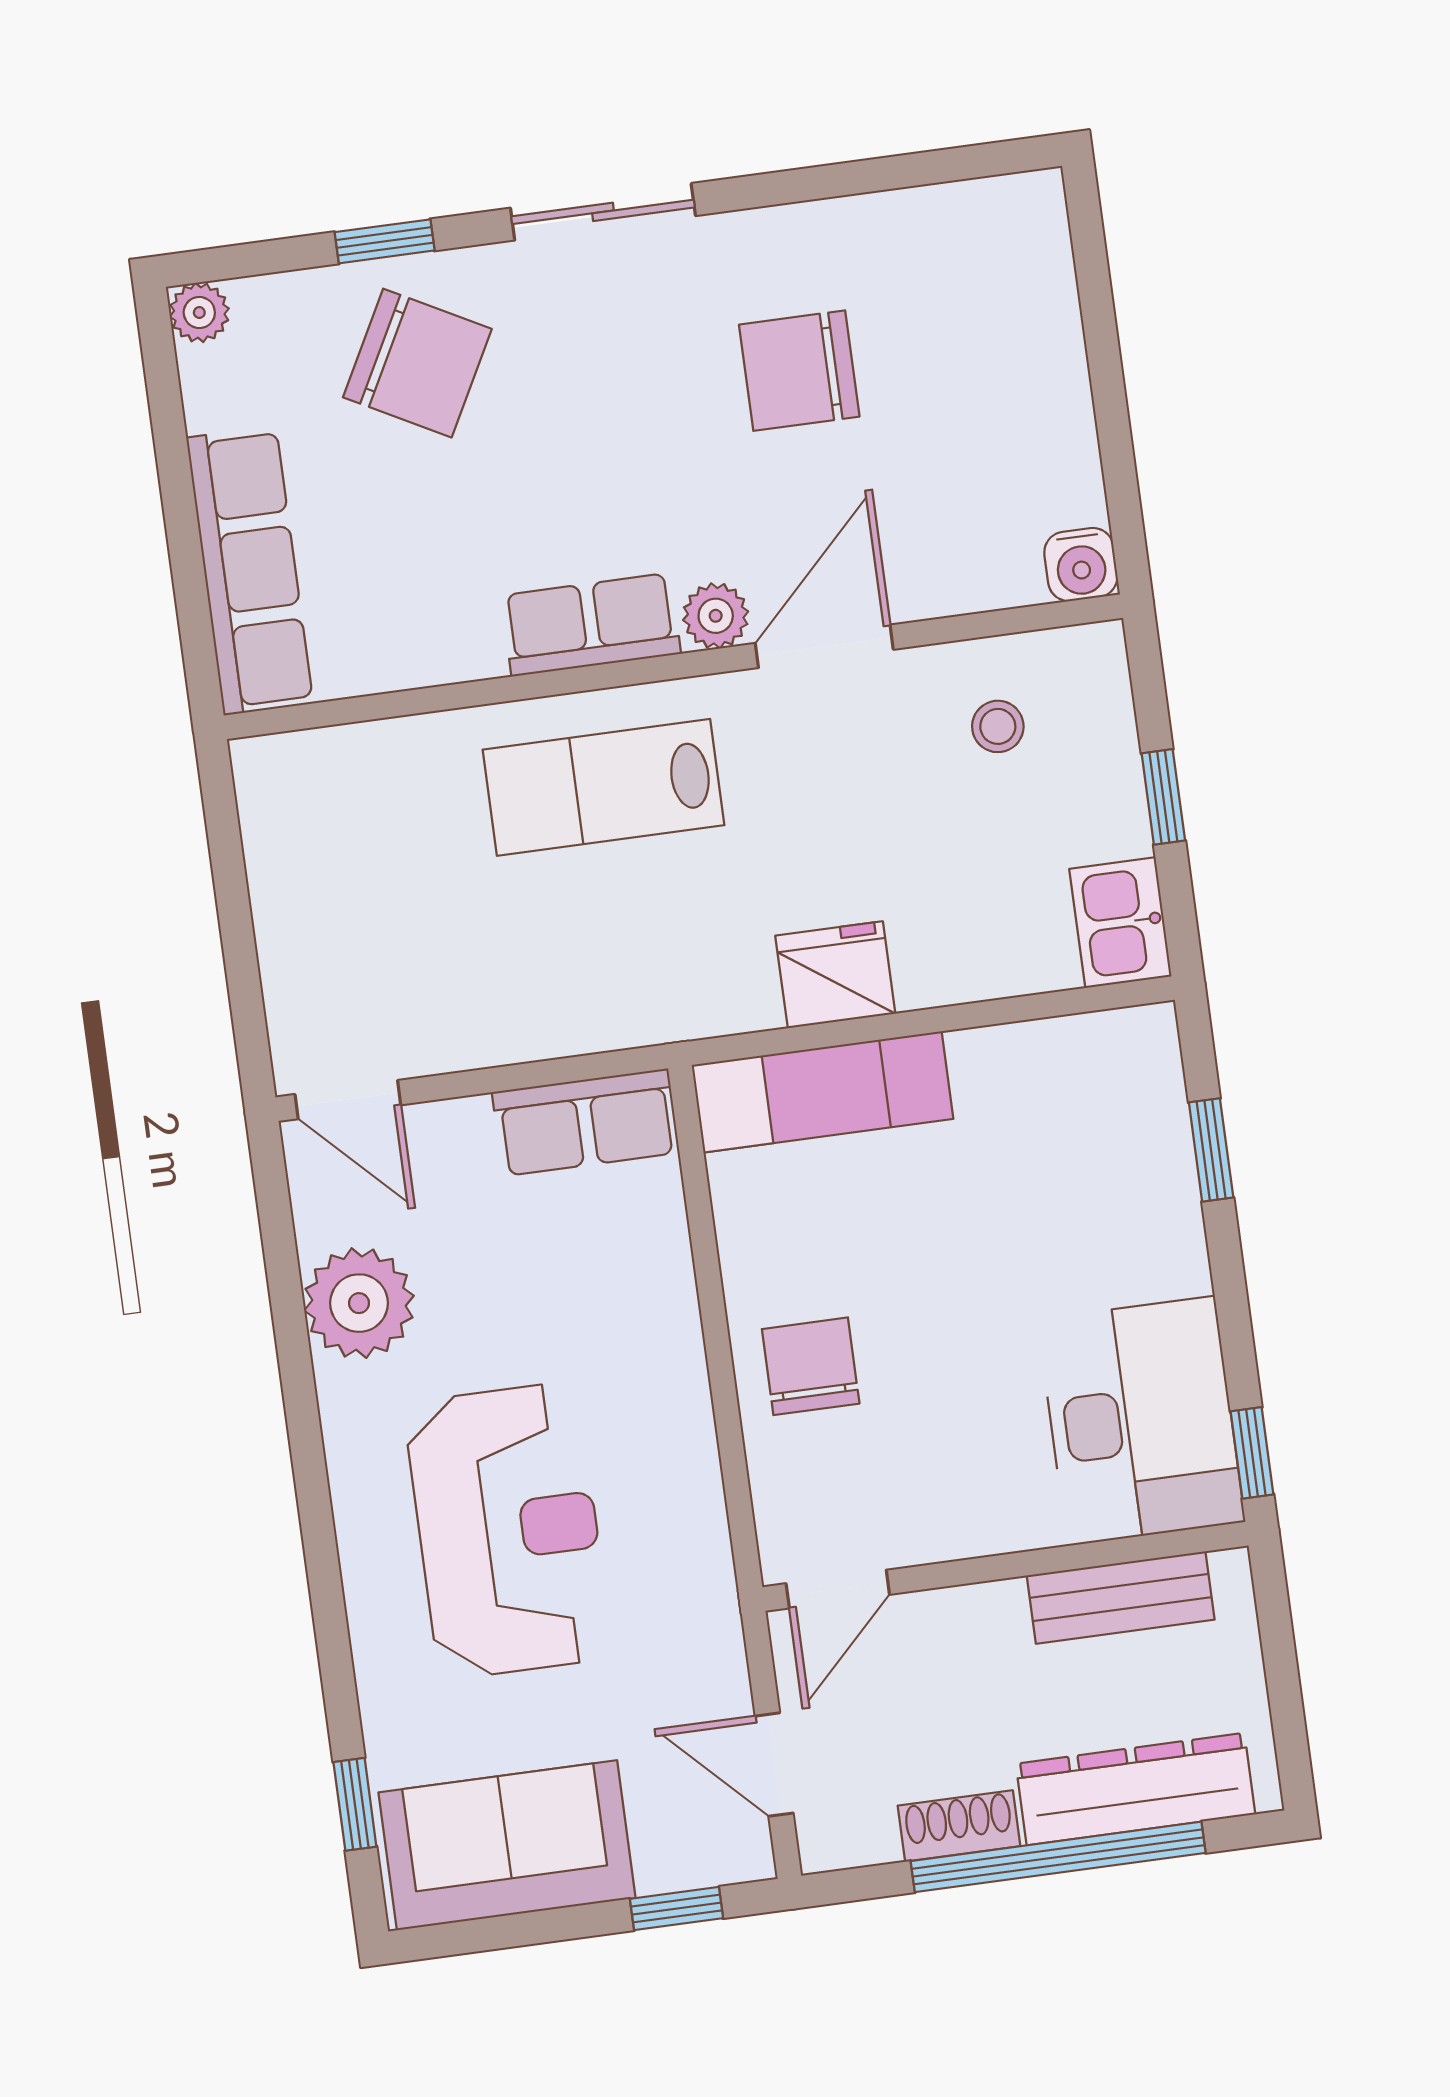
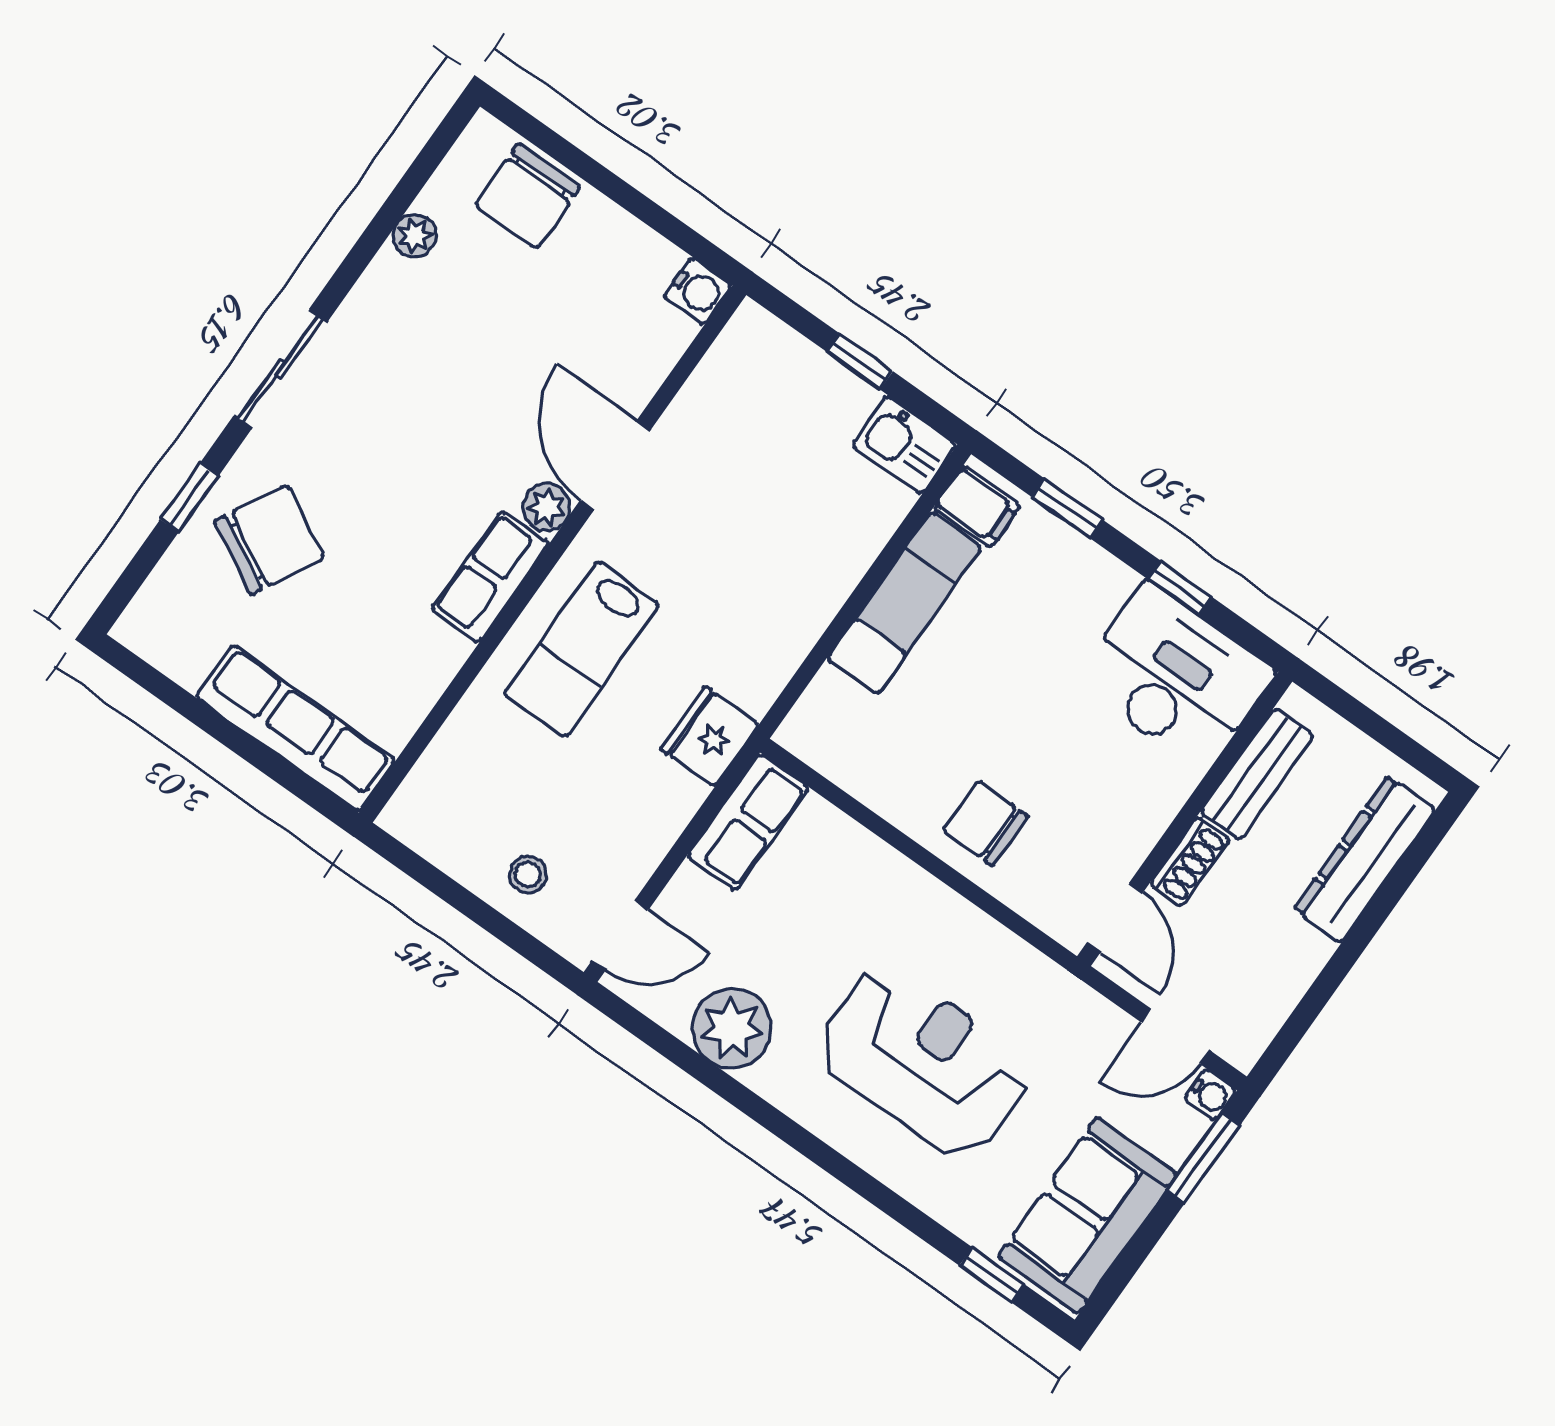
plant: (199, 312) -> (415, 236), moved
chair: (799, 371) -> (528, 196), moved
stool: (998, 726) -> (528, 874), moved
fridge: (835, 975) -> (710, 737), moved
filing cabinet: (1127, 1056) -> (977, 506), added
exam couch: (822, 1092) -> (904, 603), moved
window: (1252, 1453) -> (1180, 588), moved
shoe rack: (959, 1826) -> (1190, 862), moved, turned 180
water cooler: (747, 1856) -> (1210, 1095), added
window: (1058, 1857) -> (1362, 933), removed
window: (676, 1909) -> (1203, 1158), width x1.50

